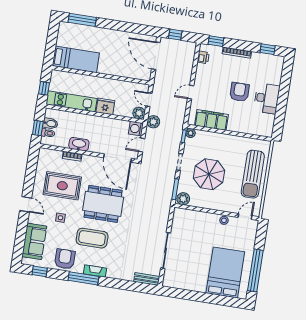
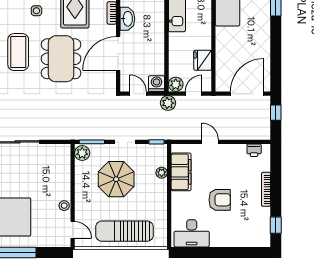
window: (216, 41) -> (276, 162), removed
desk: (267, 98) -> (192, 233), moved
fridge: (105, 106) -> (203, 60), moved, turned 180
plant: (191, 133) -> (162, 173), moved
door: (118, 158) -> (118, 54), moved

